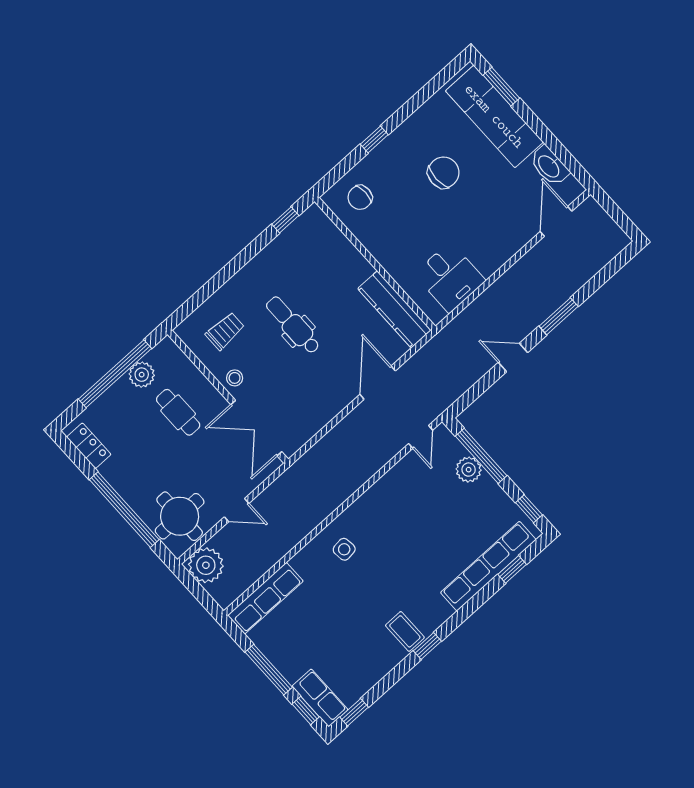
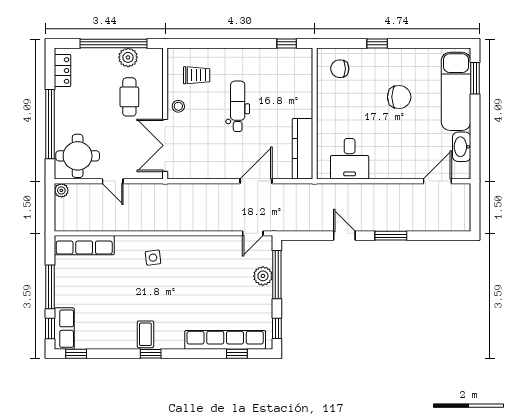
plant: (206, 565) -> (61, 190), width x0.53, depth x0.53

